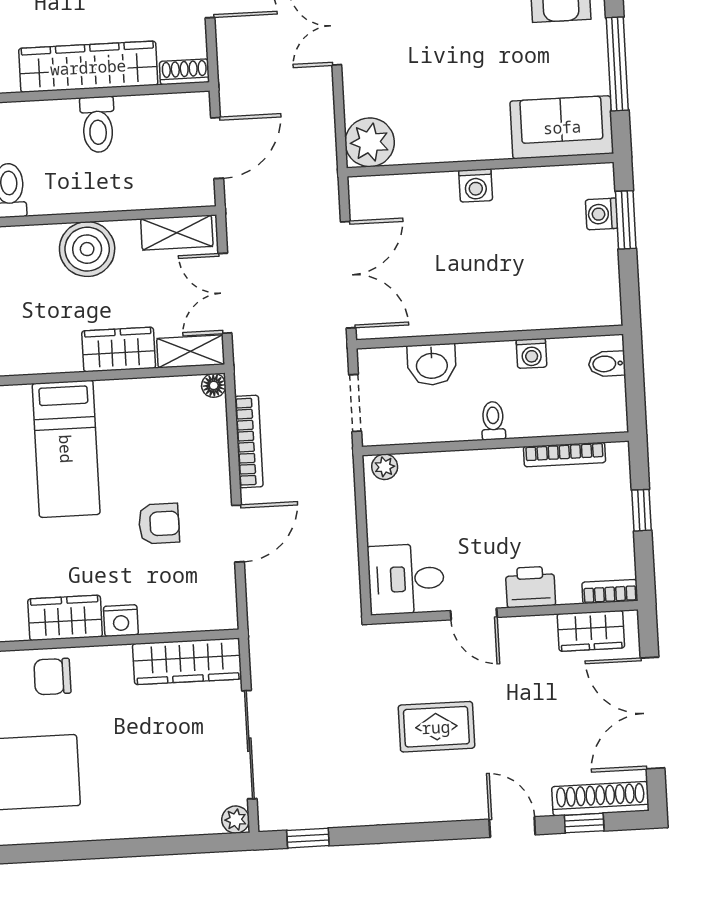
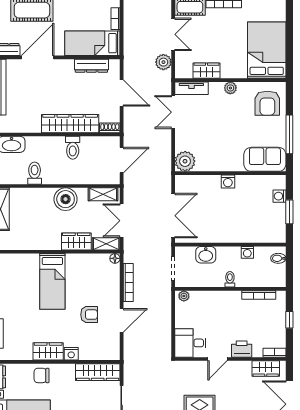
window: (626, 220) -> (289, 212), moved
door: (474, 614) -> (218, 359), hinge flipped

